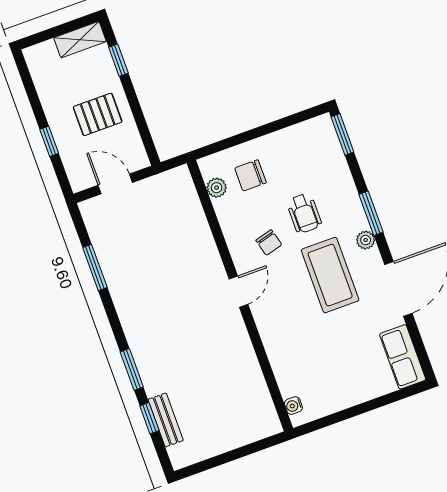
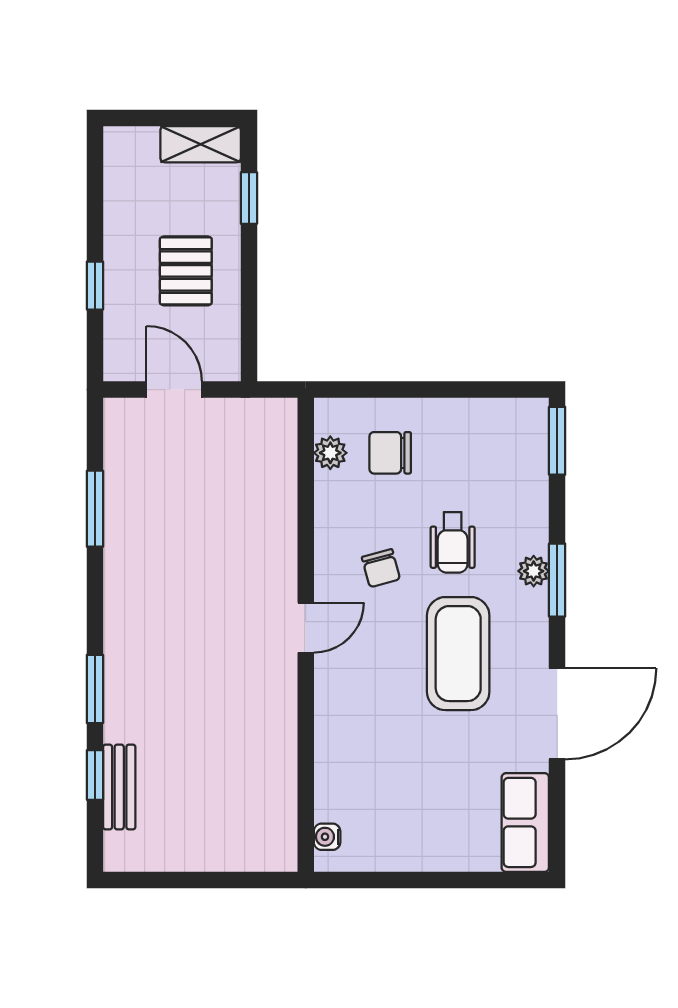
pallet: (98, 114) -> (186, 271), turned 90
plant: (366, 240) -> (534, 571), moved

